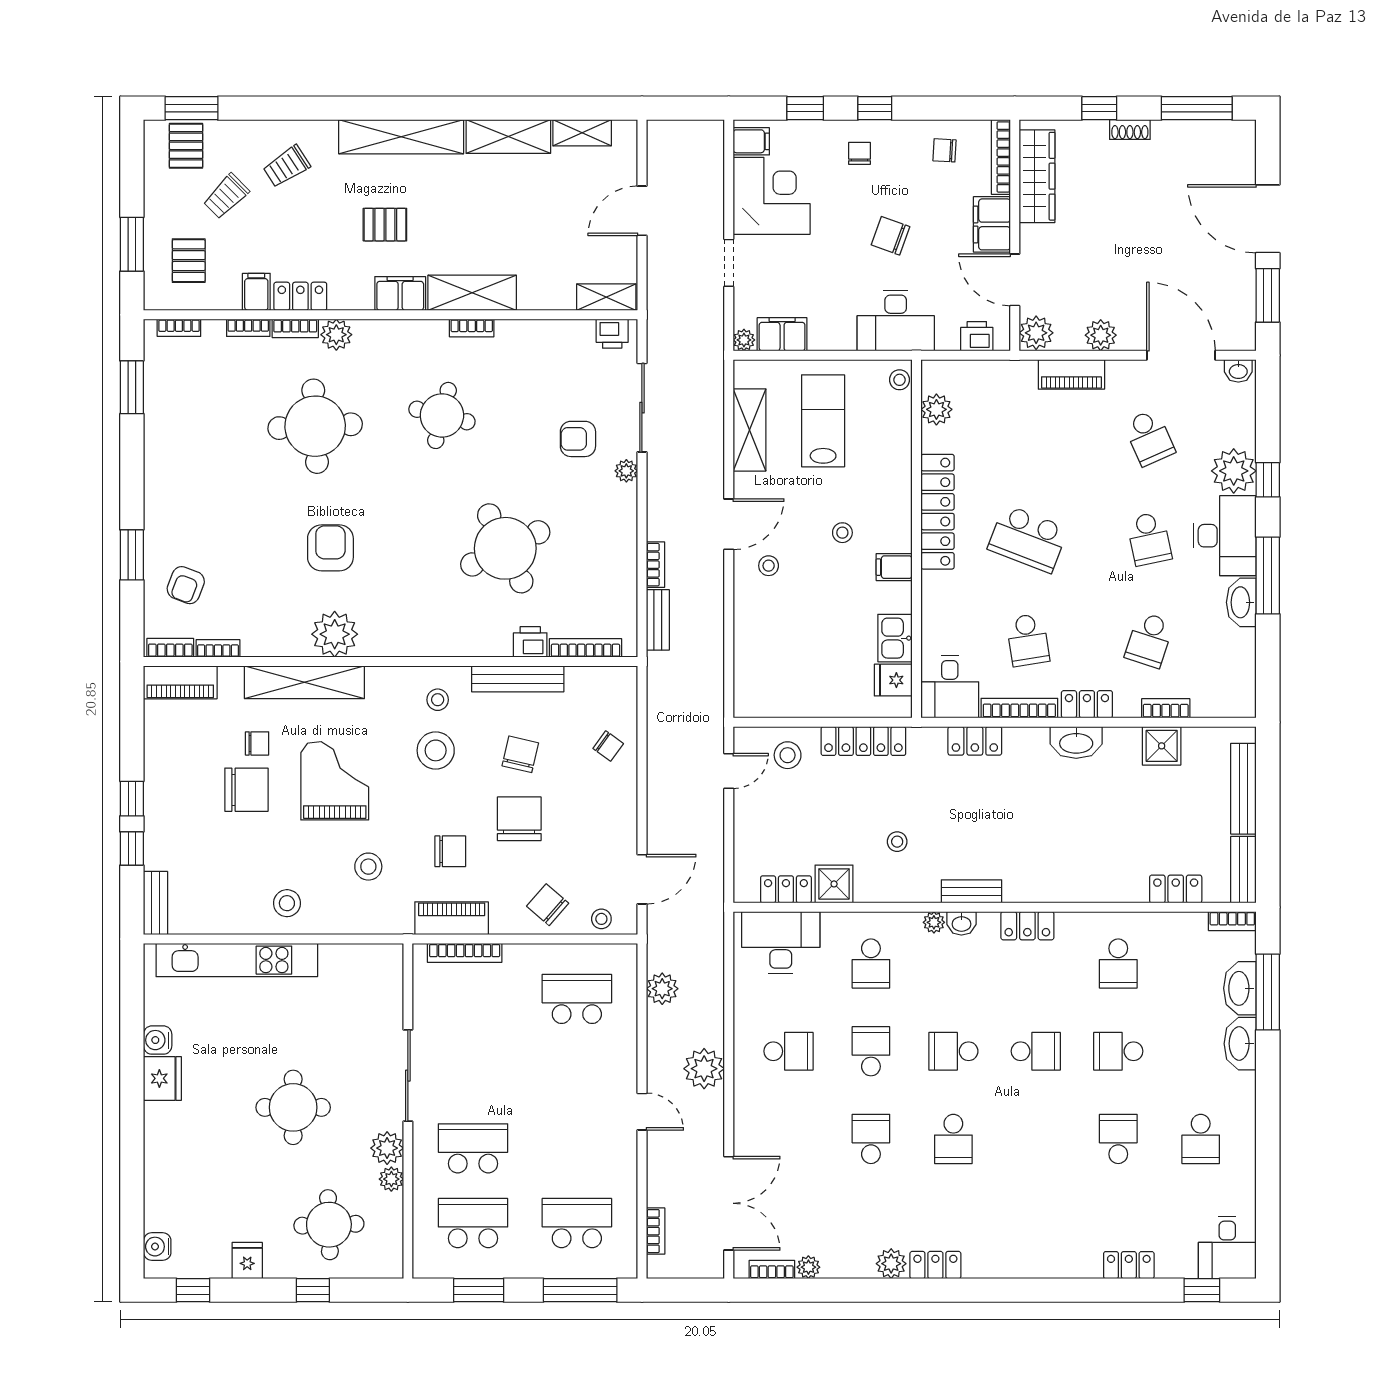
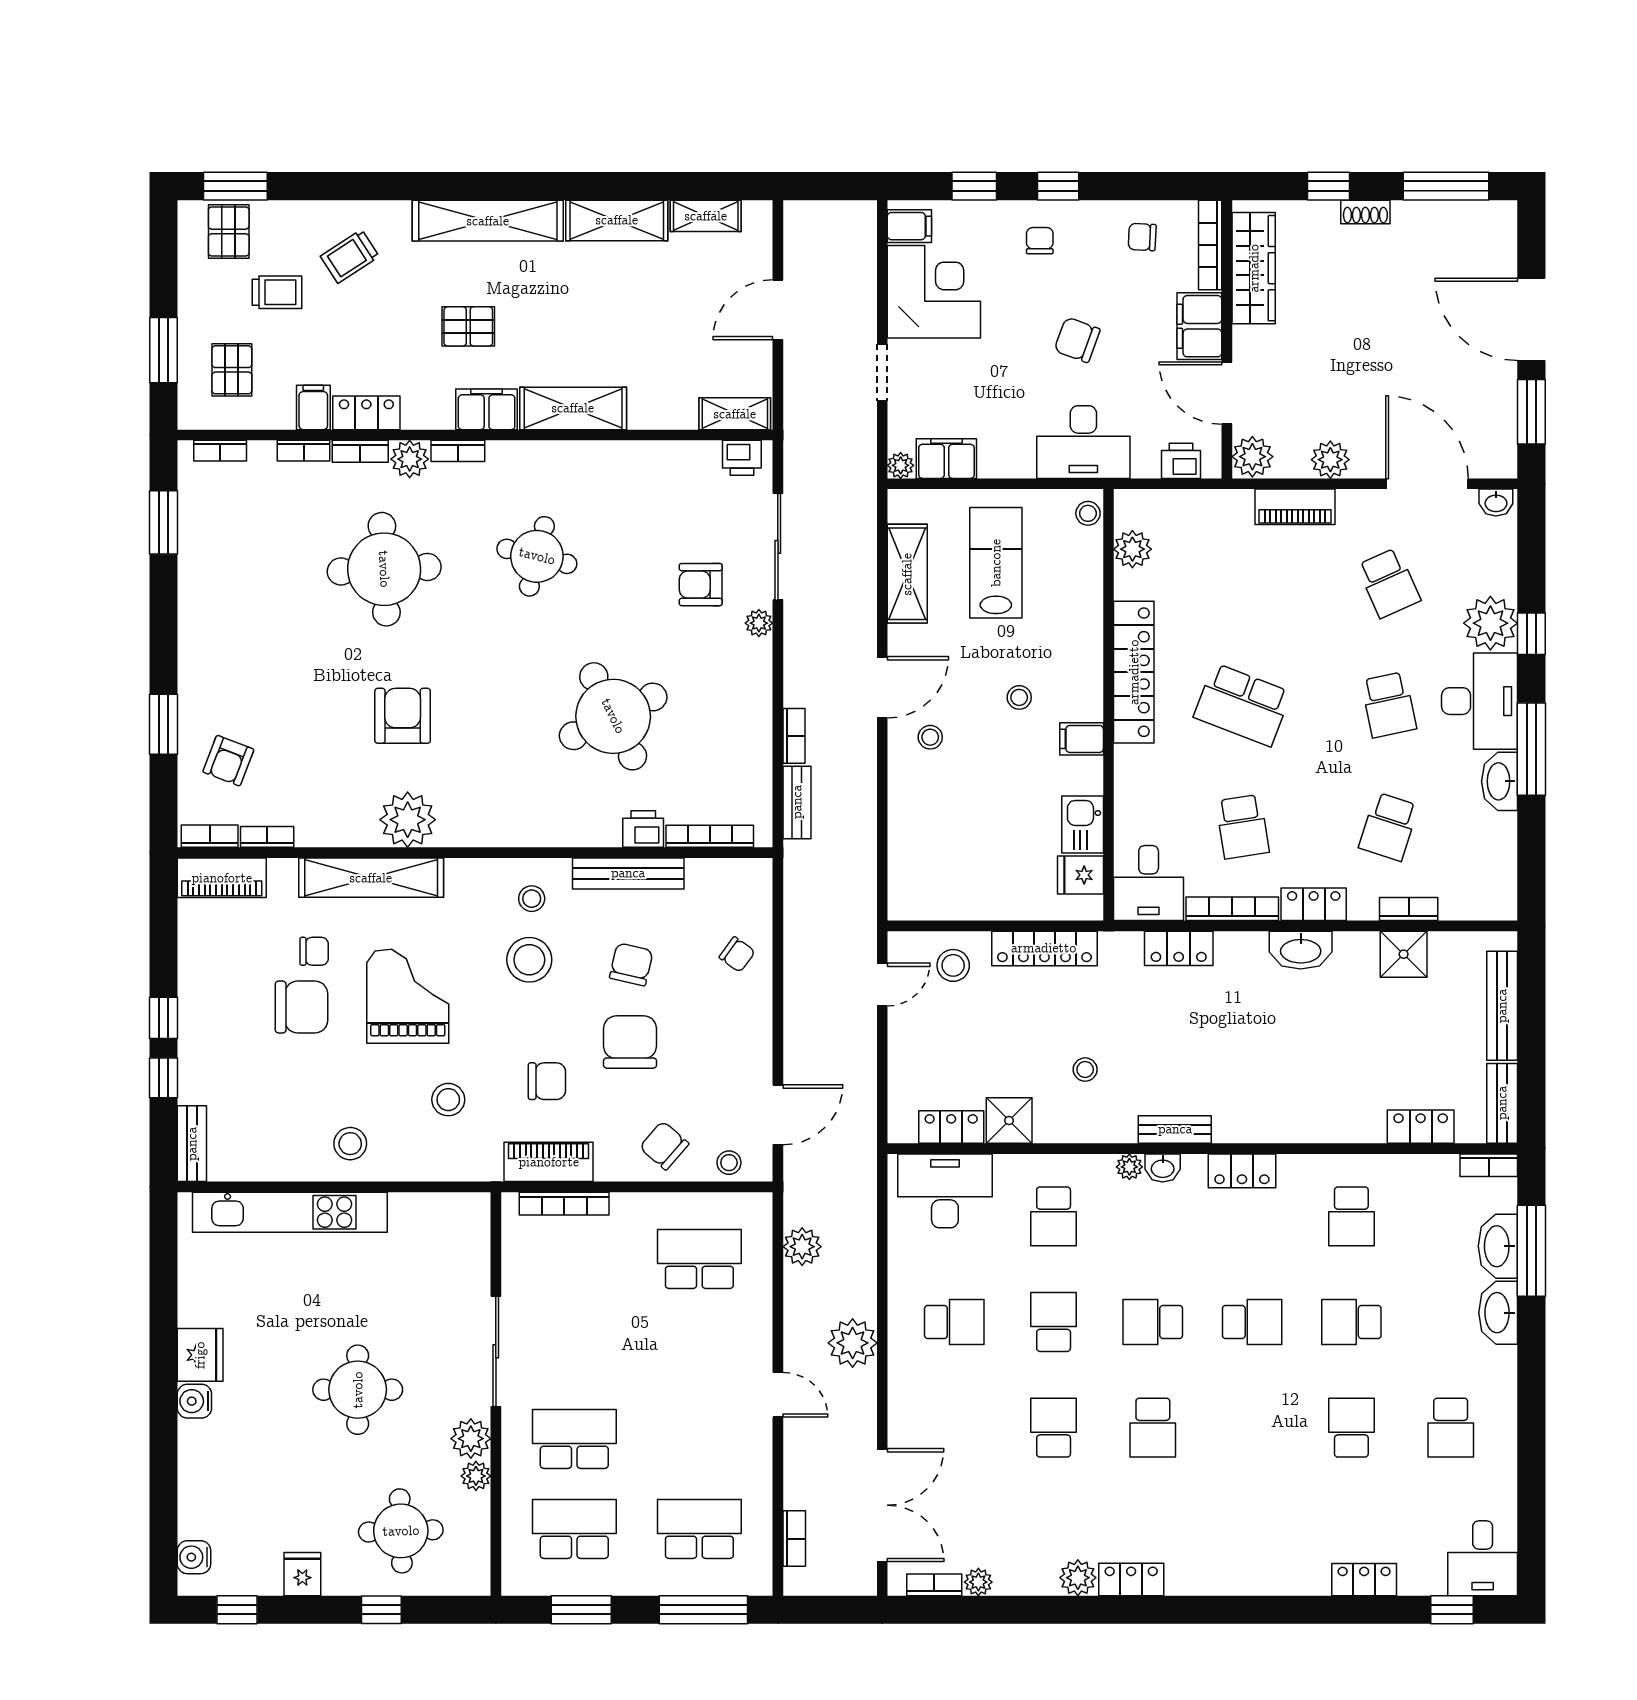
trolley: (226, 196) -> (277, 292), turned -135
bookcase: (472, 328) -> (458, 451), moved
water cooler: (158, 1040) -> (194, 1401), moved

